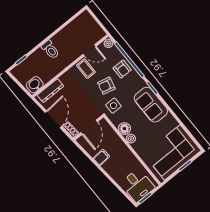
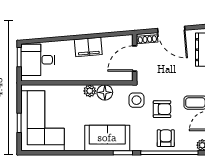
armchair: (122, 69) -> (166, 138), turned 90
armchair: (106, 86) -> (162, 109), turned 76
door: (89, 127) -> (135, 59), hinge flipped
filing cabinet: (101, 157) -> (88, 47), width x2.00

